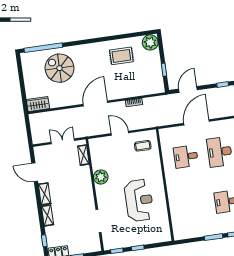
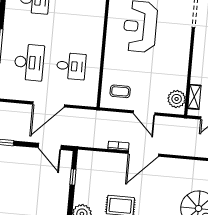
door: (188, 89) -> (50, 146), hinge flipped
door: (95, 103) -> (143, 154), moved
plant: (101, 177) -> (177, 99), moved

